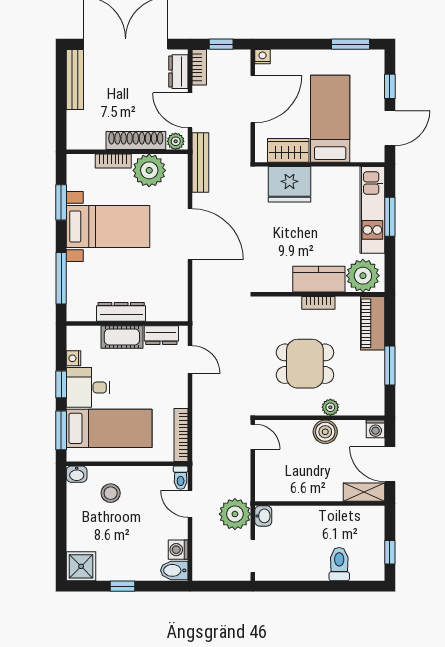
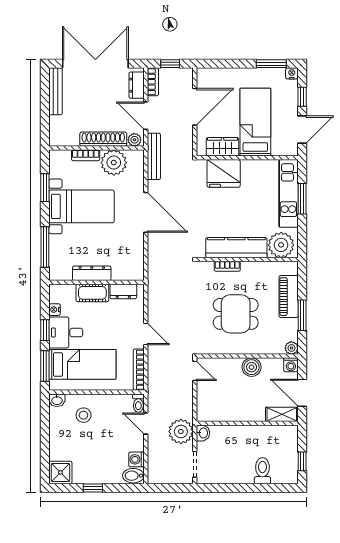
nightstand: (263, 57) -> (292, 73), moved
kitchen counter: (319, 279) -> (236, 248), width x1.50
bookcase: (318, 303) -> (227, 266), moved
piano: (373, 323) -> (289, 297), moved
door: (190, 359) -> (146, 334), moved
plant: (330, 407) -> (291, 348), moved

